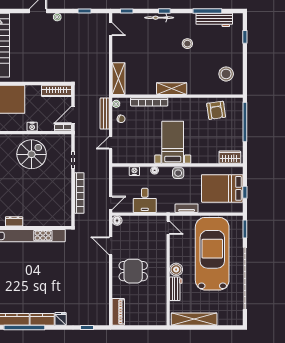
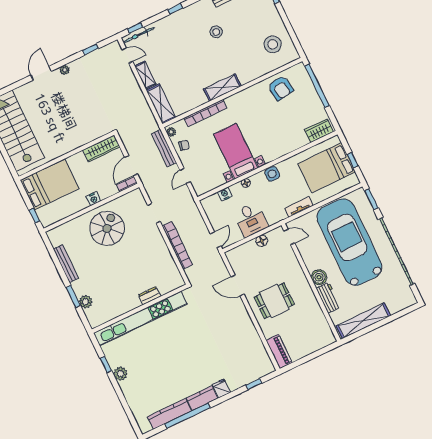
bicycle: (159, 18) -> (139, 35), moved
shelving: (117, 51) -> (145, 75), added
bed with nightstands: (173, 142) -> (236, 151), moved
dresser: (14, 221) -> (149, 296), moved
floor lamp: (117, 221) -> (262, 241), moved

